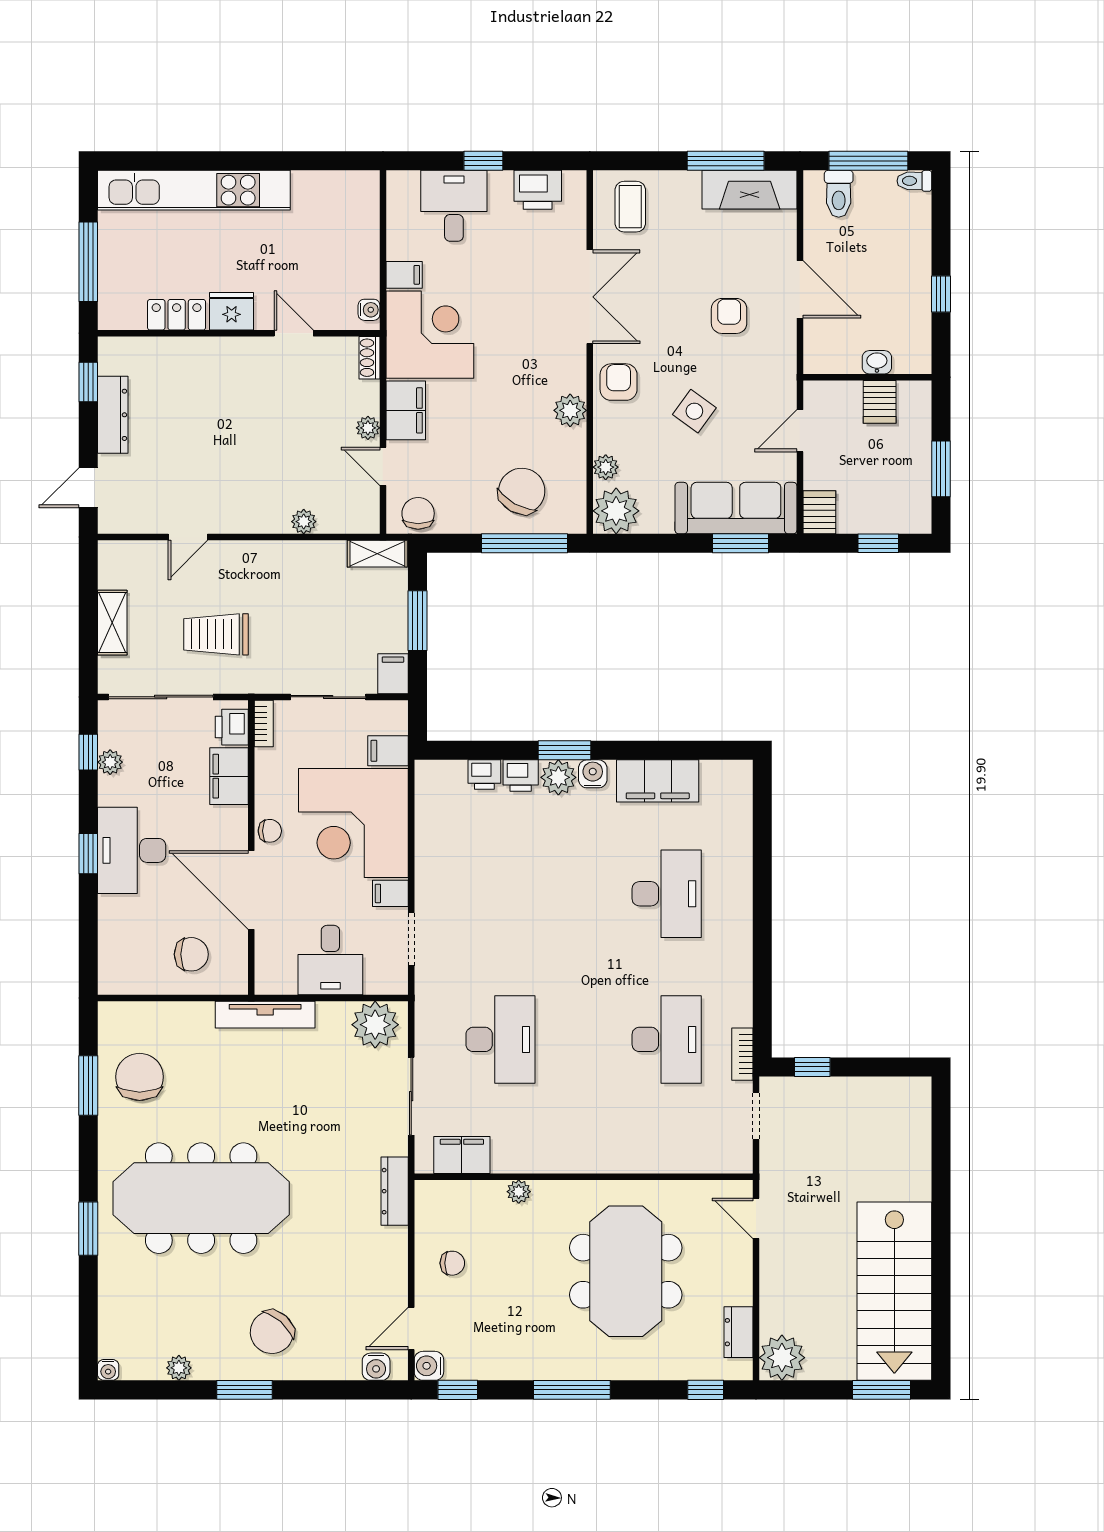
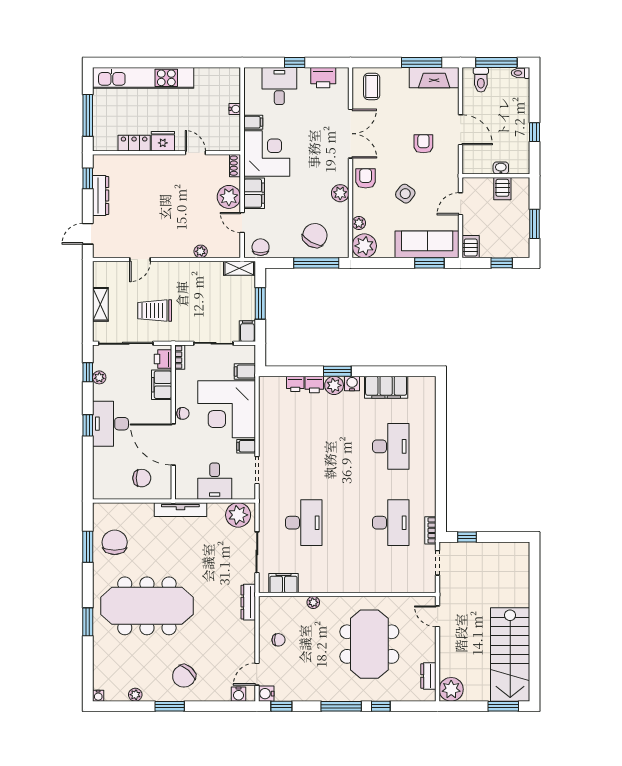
water cooler: (369, 310) -> (235, 109), moved
plant: (368, 428) -> (229, 197), width x1.88, depth x1.88
window: (706, 1390) -> (381, 706), moved

